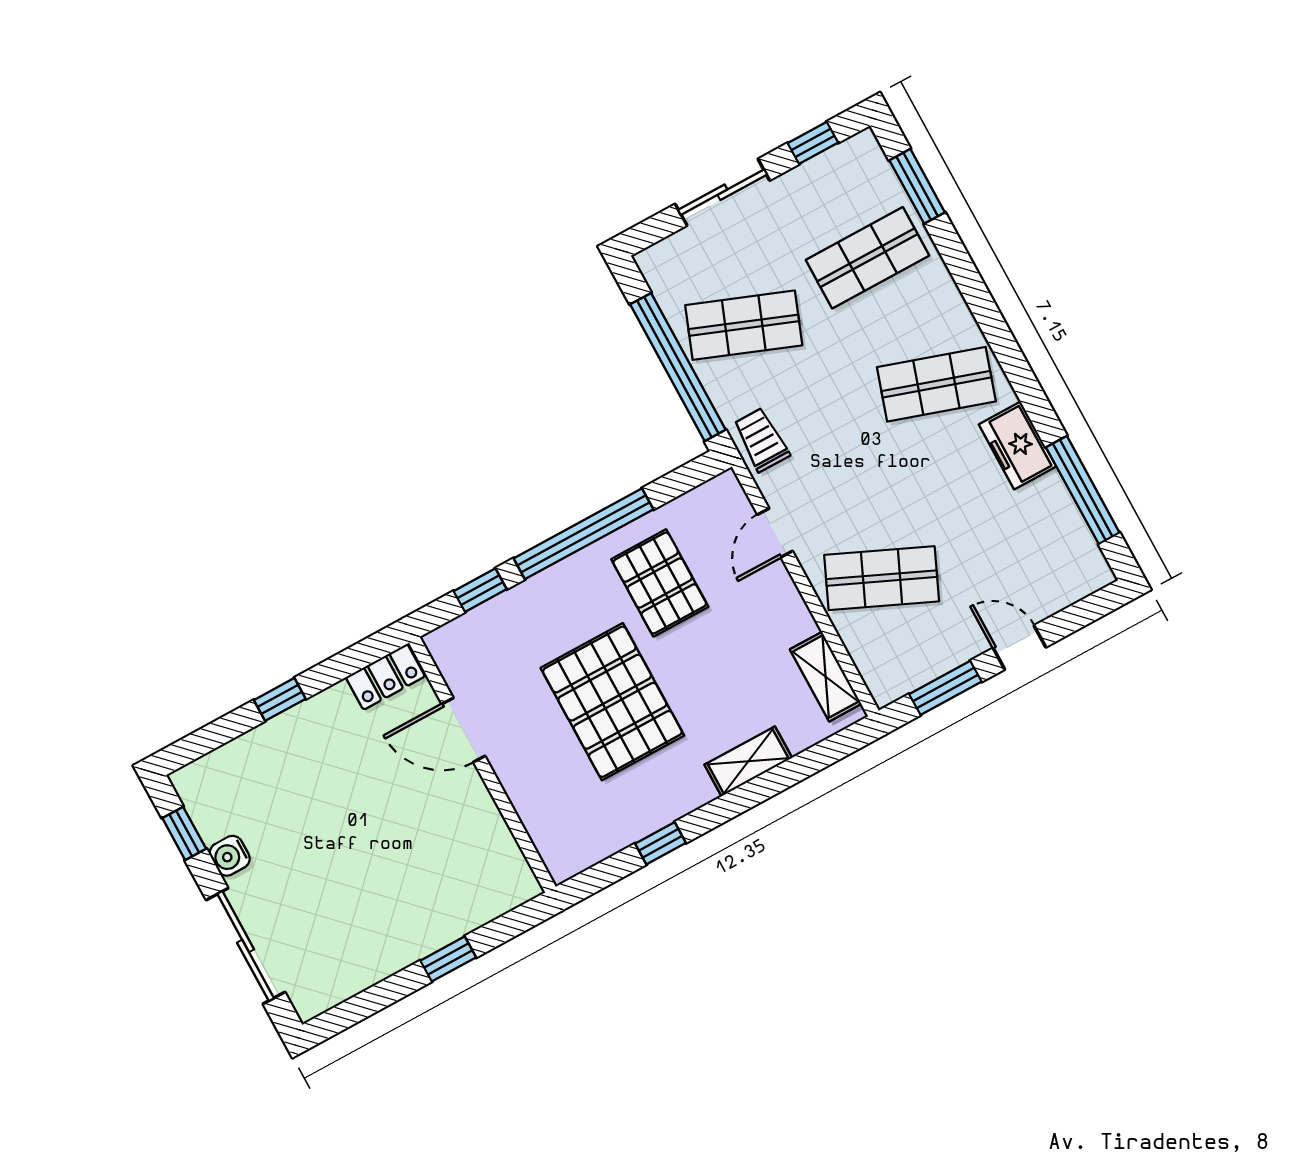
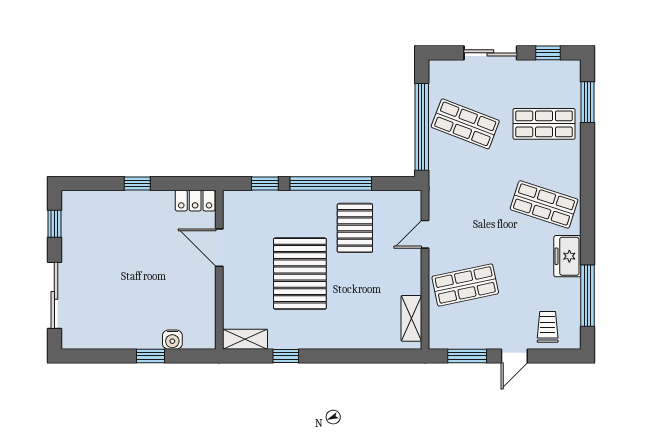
trolley: (761, 440) -> (548, 327), moved
shop shelf: (882, 578) -> (465, 285), turned -36
door: (1019, 648) -> (514, 356), swing flipped
shelving: (748, 761) -> (245, 339), moved
water cooler: (230, 856) -> (172, 340), moved, turned -90

